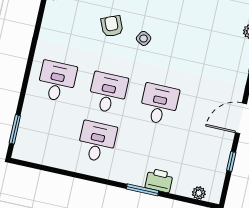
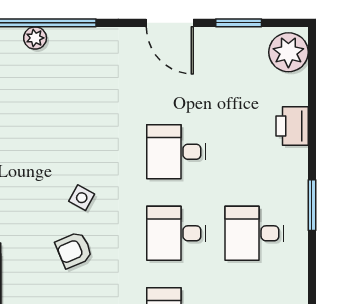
window: (231, 161) -> (239, 23), width x1.50
window: (143, 190) -> (312, 205), moved
plant: (199, 193) -> (288, 52), width x1.88, depth x1.88

